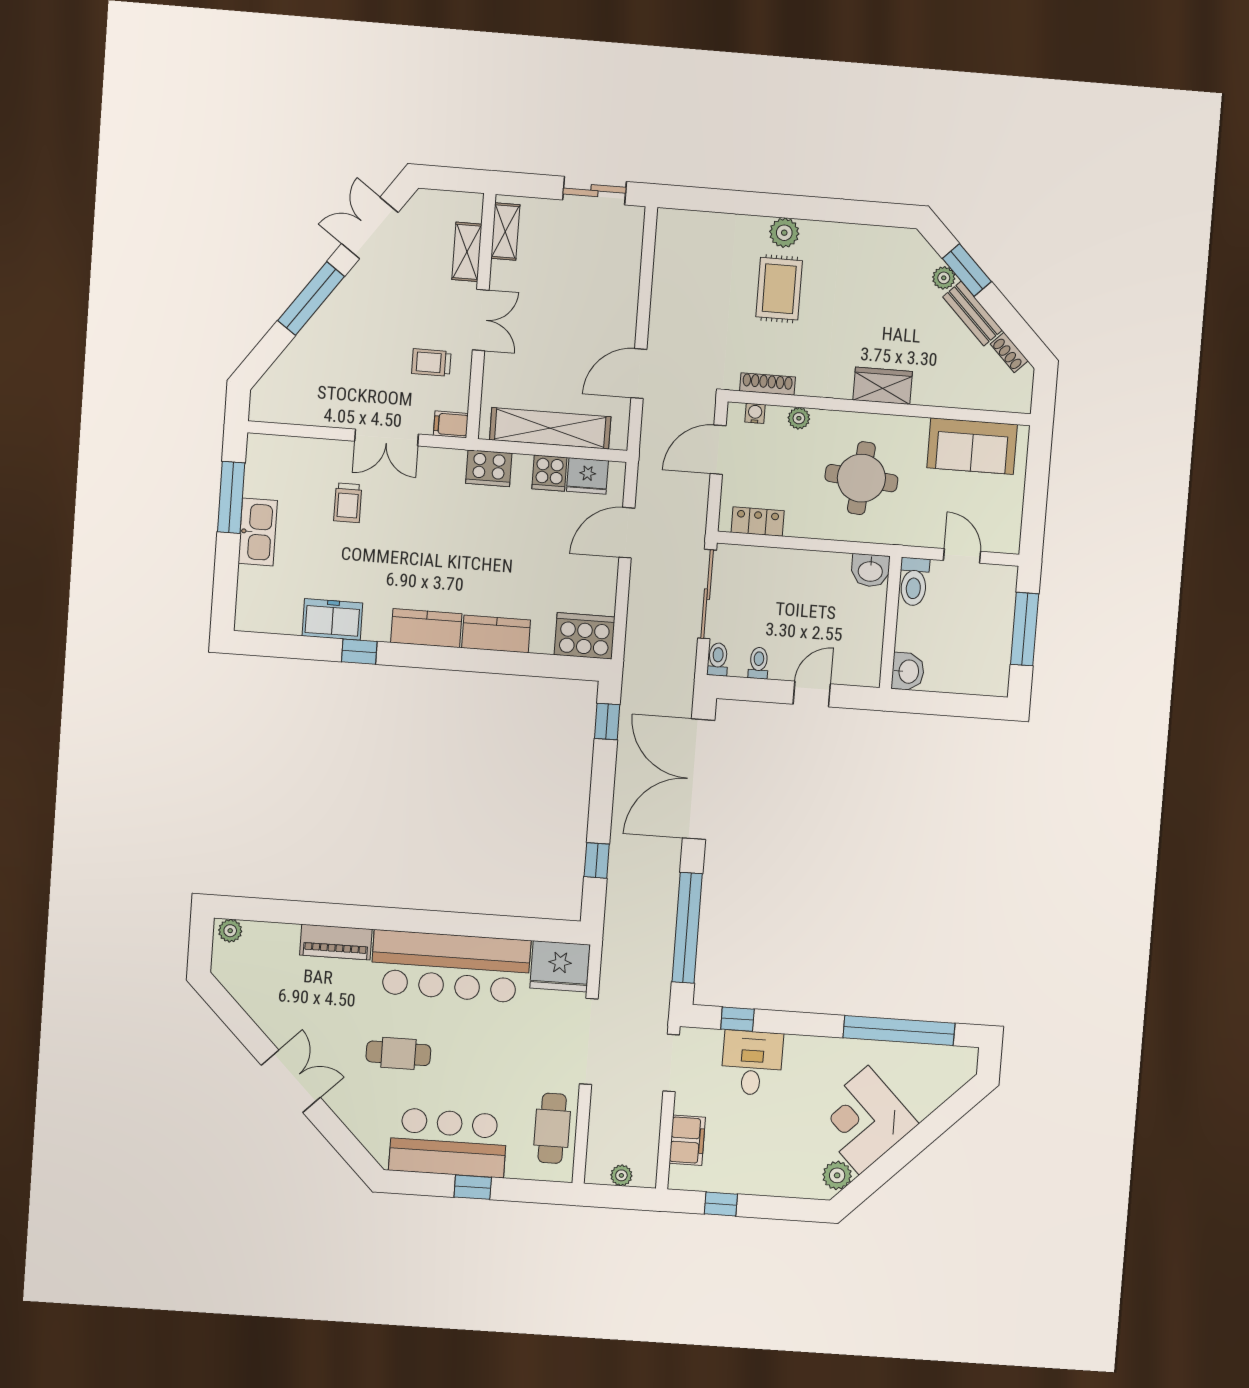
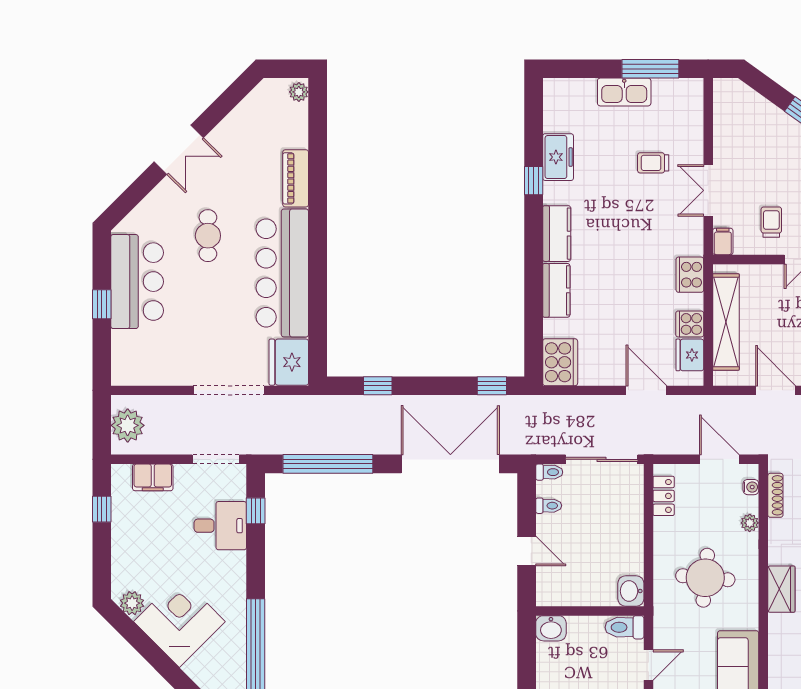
cafe table: (552, 1128) -> (155, 366), removed
plant: (621, 1175) -> (128, 425), width x1.88, depth x1.88

